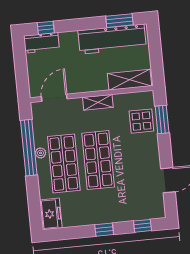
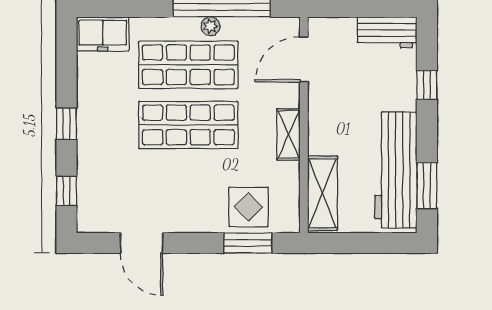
window: (46, 28) -> (427, 85), moved
workbench: (42, 43) -> (387, 32), moved, turned -90
door: (54, 98) -> (304, 59), swing flipped

